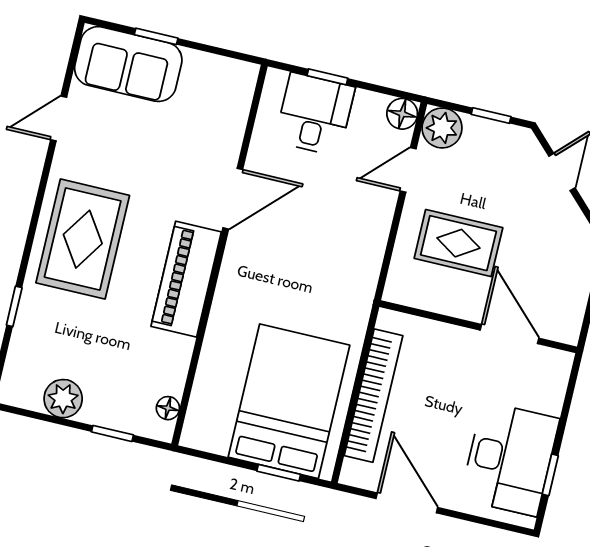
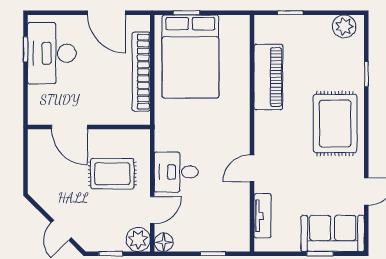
desk: (315, 114) -> (176, 172), moved, turned 90
tv unit: (234, 119) -> (263, 216), added
door: (233, 199) -> (252, 168), width x0.73
piano: (186, 279) -> (268, 77), moved
plant: (63, 399) -> (344, 26), moved
floor lamp: (168, 408) -> (261, 35), removed

